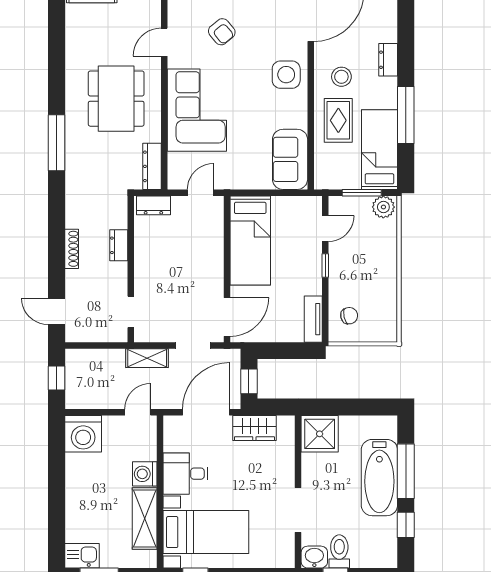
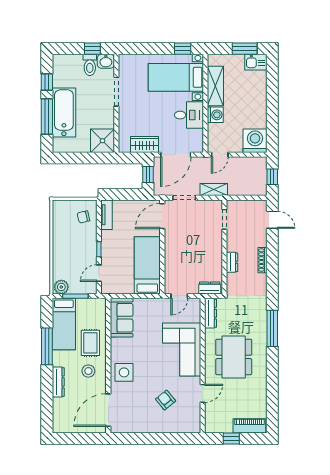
dresser: (388, 60) -> (58, 382), width x1.44

